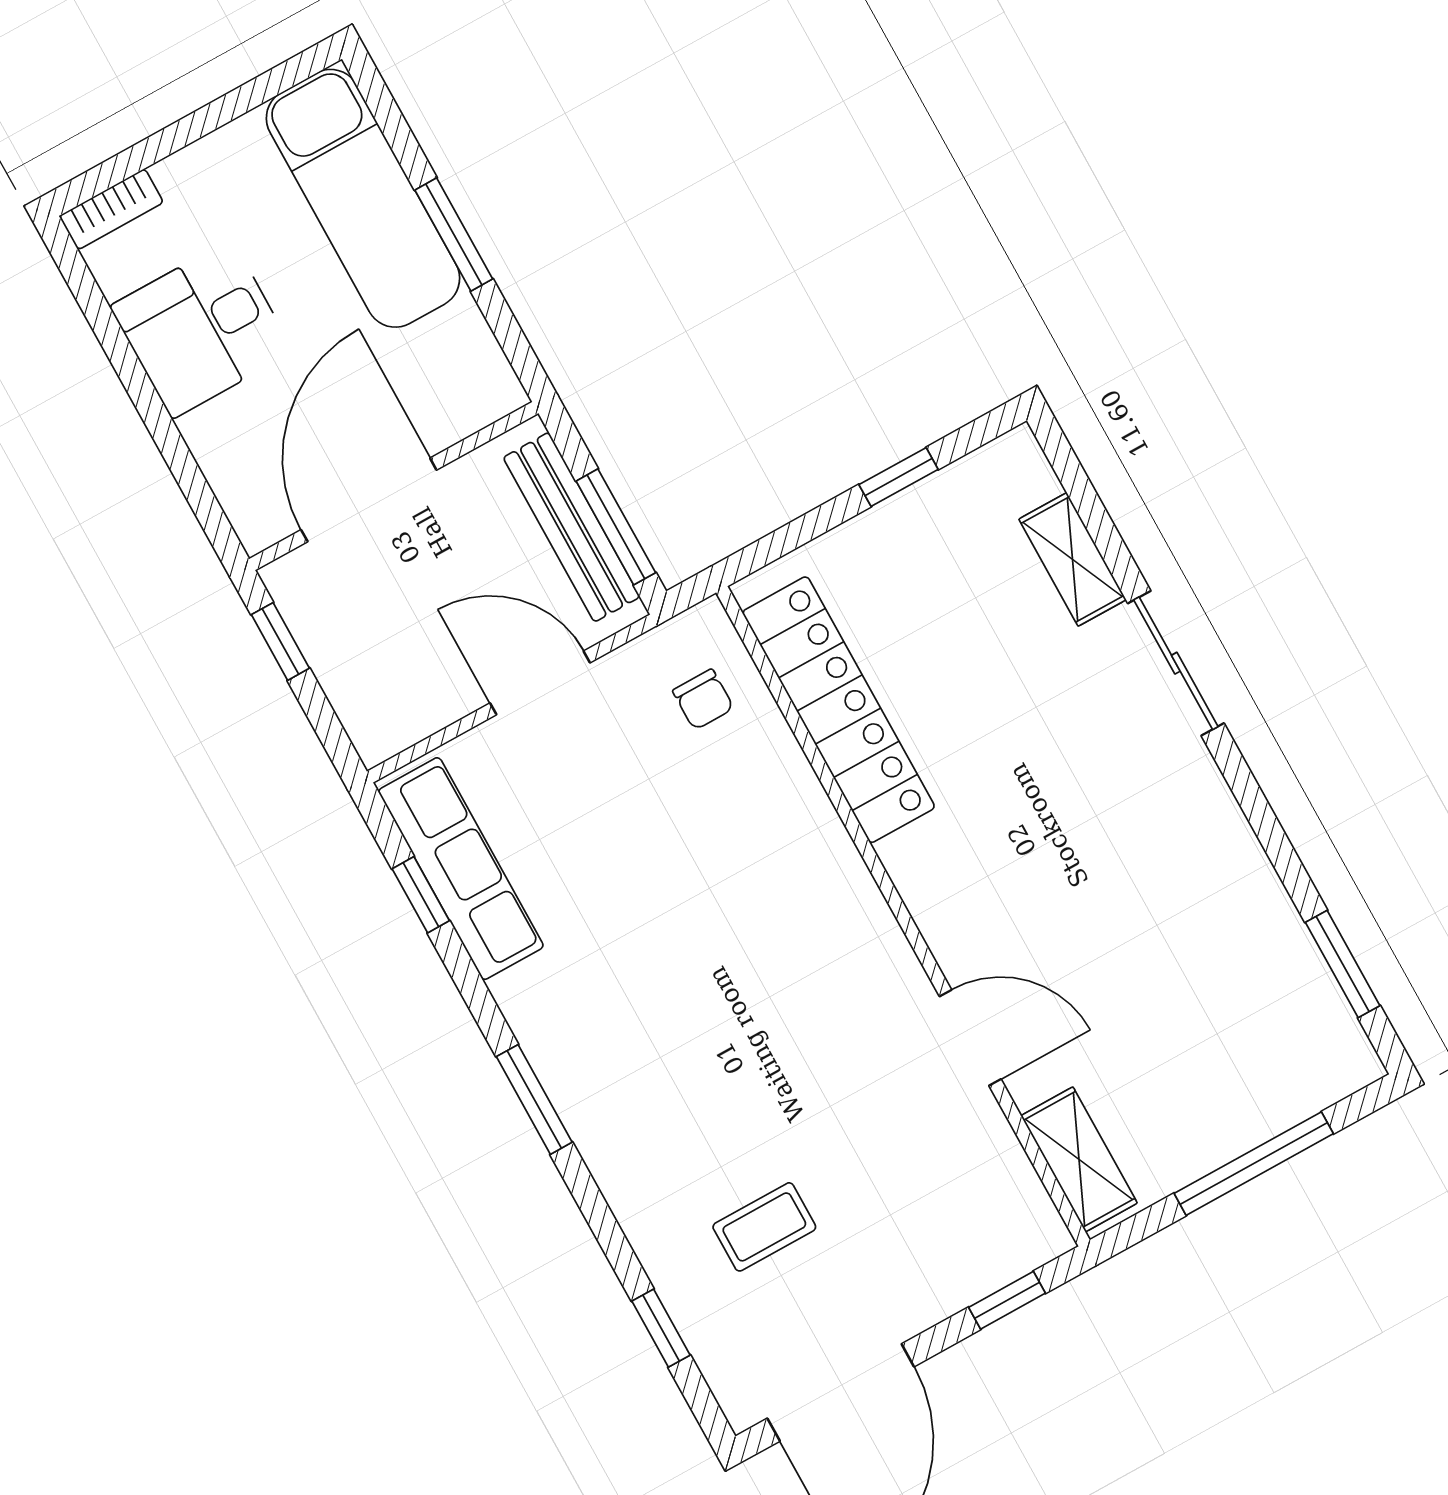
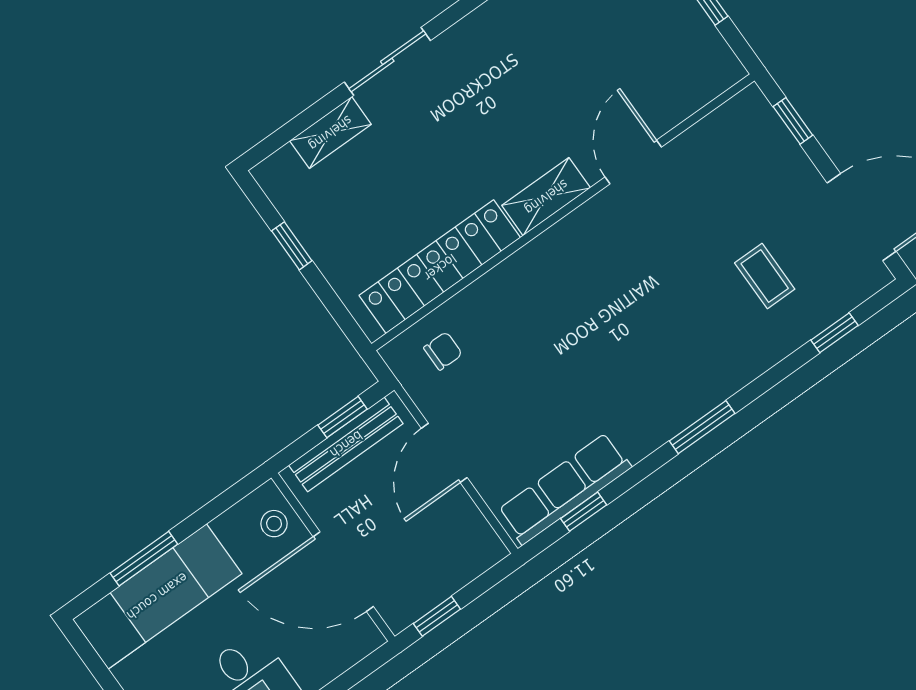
window: (454, 235) -> (144, 559), moved
stool: (458, 398) -> (274, 524), added
window: (616, 527) -> (343, 417), width x0.67
shelving: (1079, 1159) -> (546, 197), moved

